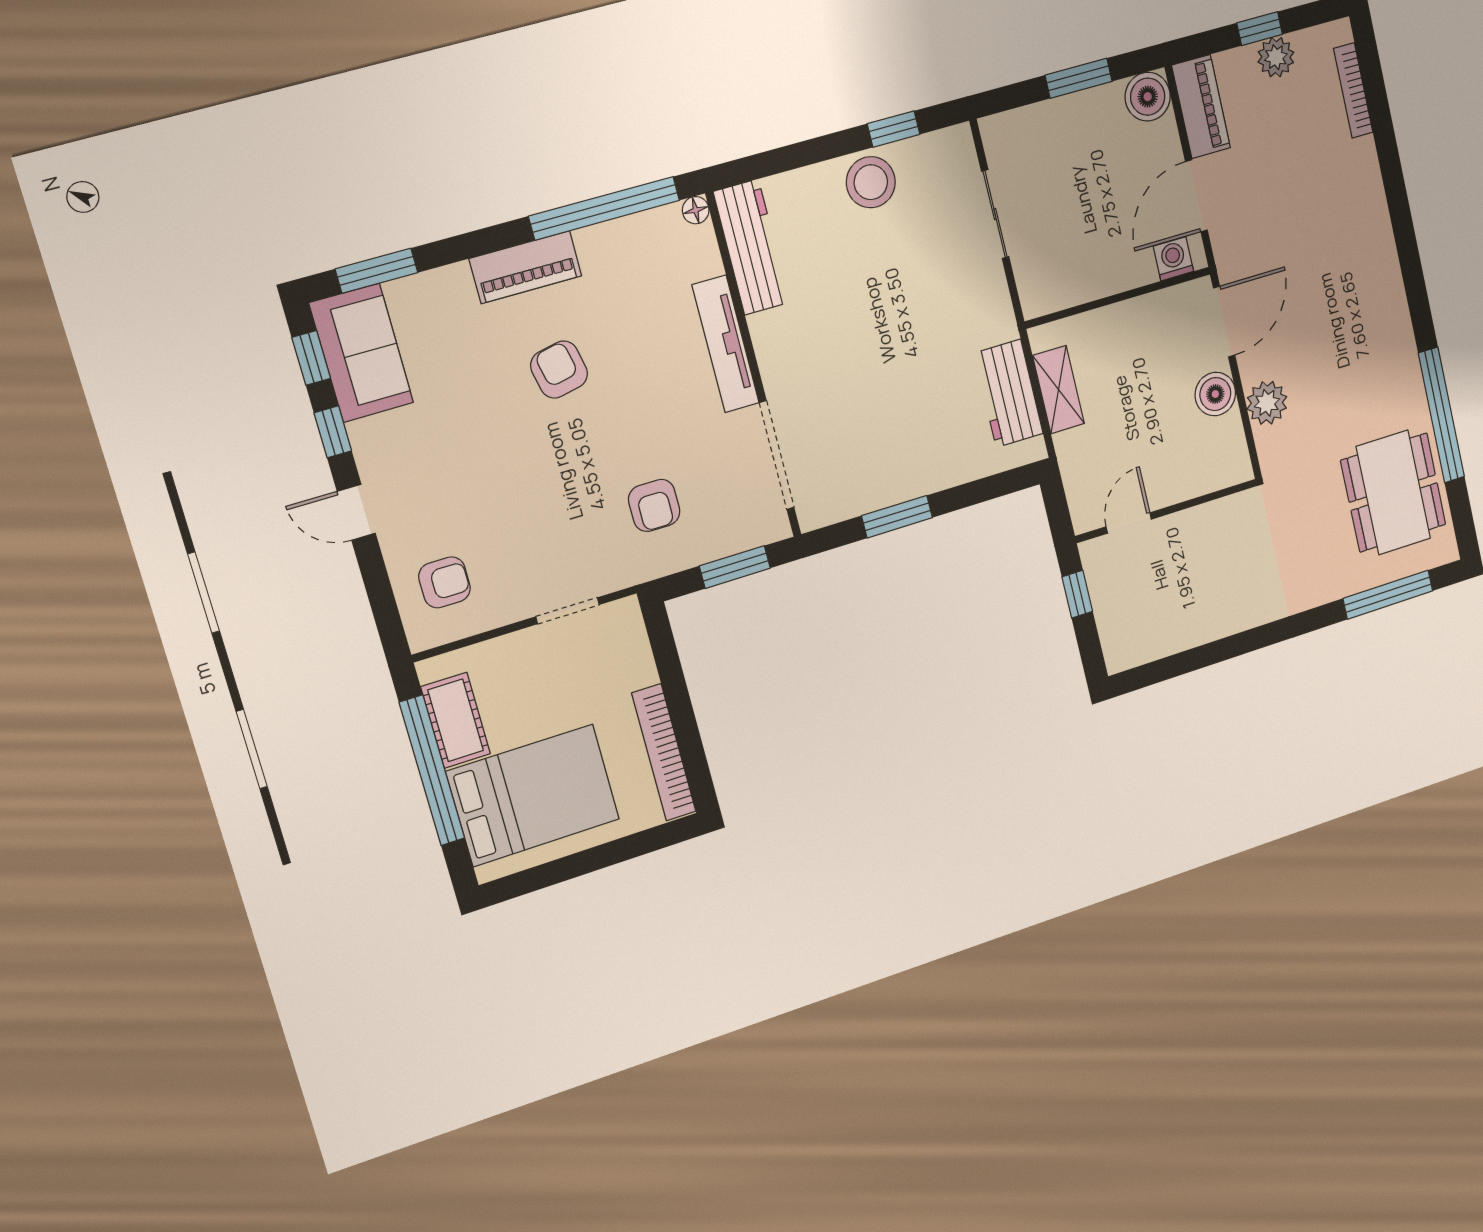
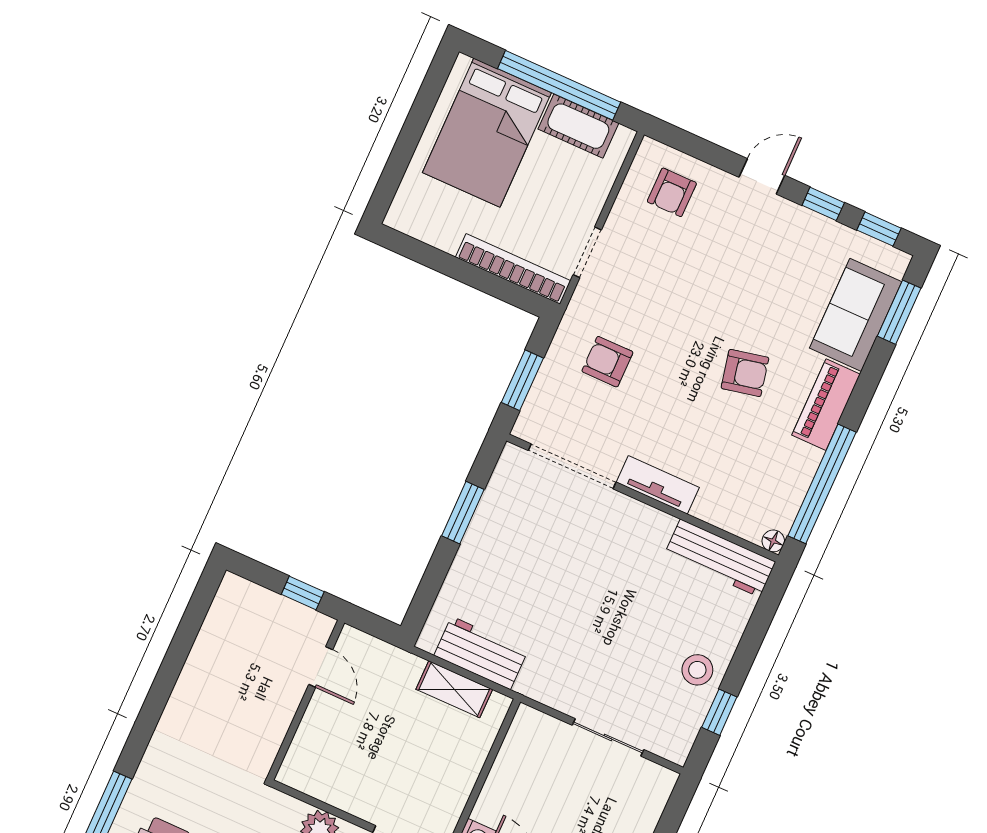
stool: (871, 182) -> (697, 670), width x0.73, depth x0.73
tv unit: (726, 344) -> (658, 485), width x0.71
sofa: (361, 353) -> (856, 315), moved, turned 90
boiler: (1215, 394) -> (357, 797), removed
bookcase: (664, 752) -> (513, 269), moved

